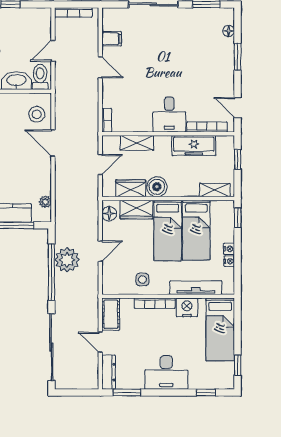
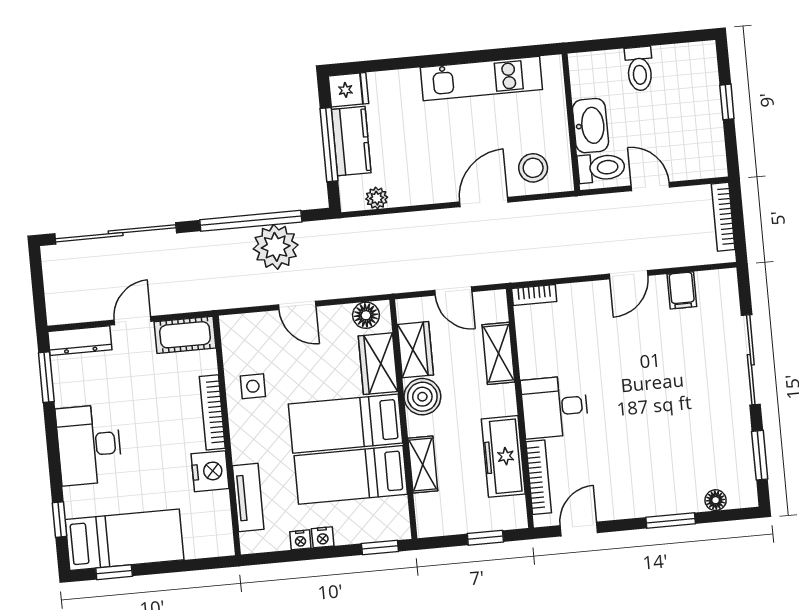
shelving: (215, 190) -> (423, 465), moved
tv unit: (196, 288) -> (248, 497), width x0.71
bed: (220, 329) -> (124, 540), moved, turned 180

